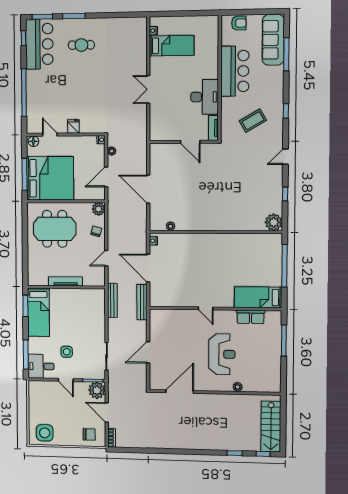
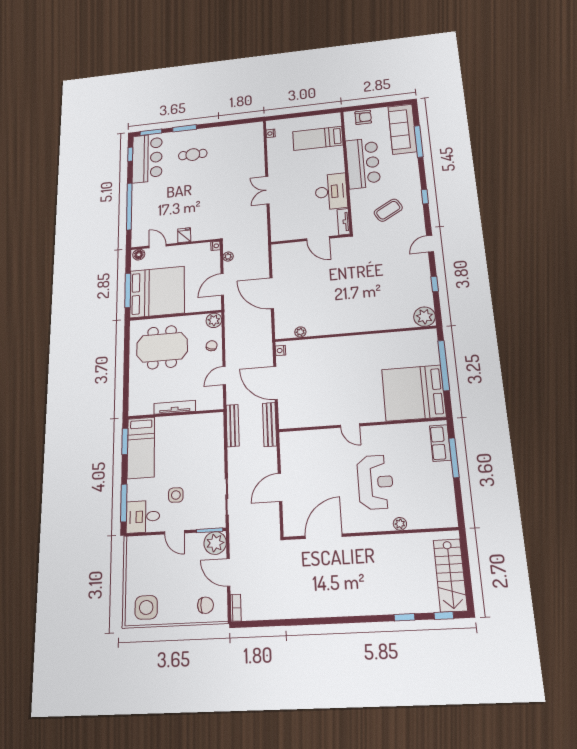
bed: (172, 46) -> (318, 138), moved, turned 180
bed: (258, 297) -> (414, 393), width x2.04
row of seats: (251, 317) -> (440, 443), moved, turned 90

